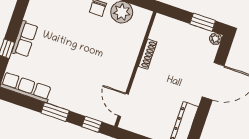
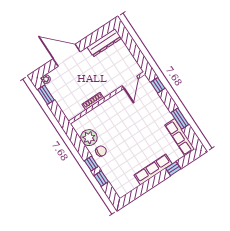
row of seats: (25, 39) -> (153, 169), width x1.48
window: (55, 112) -> (180, 119), moved

